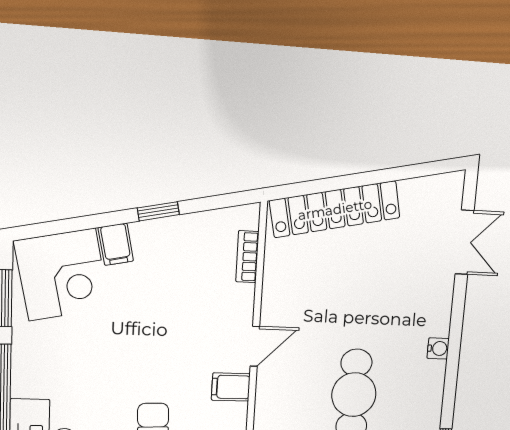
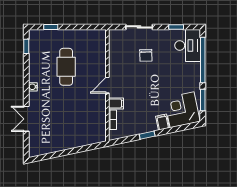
locker: (335, 209) -> (79, 140), removed
double door: (465, 242) -> (26, 119), moved
filing cabinet: (231, 387) -> (116, 103), moved

